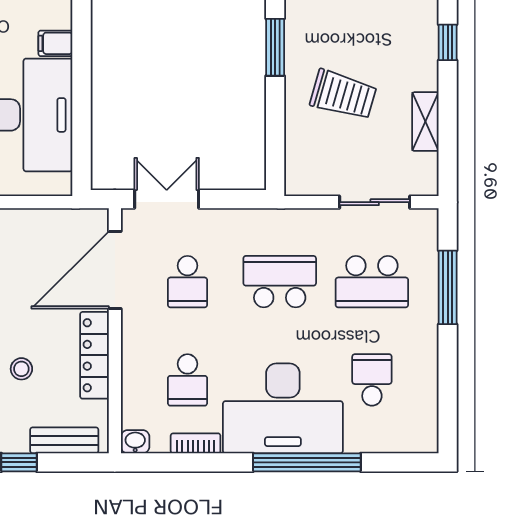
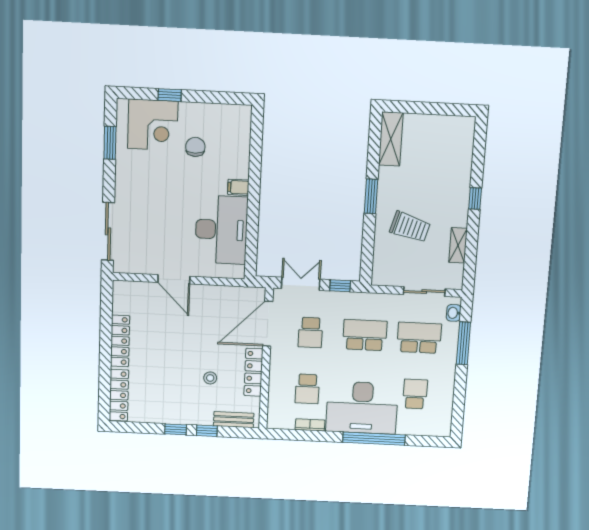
window: (233, 199) -> (340, 286), added
school desk: (372, 282) -> (419, 338), turned 180
washbasin: (135, 442) -> (454, 313), moved, turned -90

